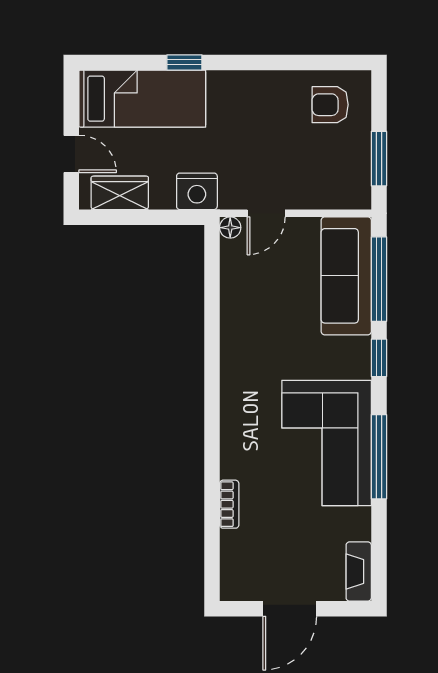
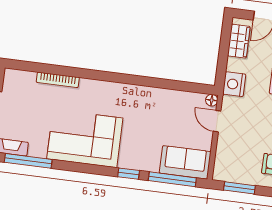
sofa: (346, 276) -> (185, 162), width x0.73
window: (379, 457) -> (28, 161), moved
bookcase: (229, 504) -> (58, 80), width x1.56

